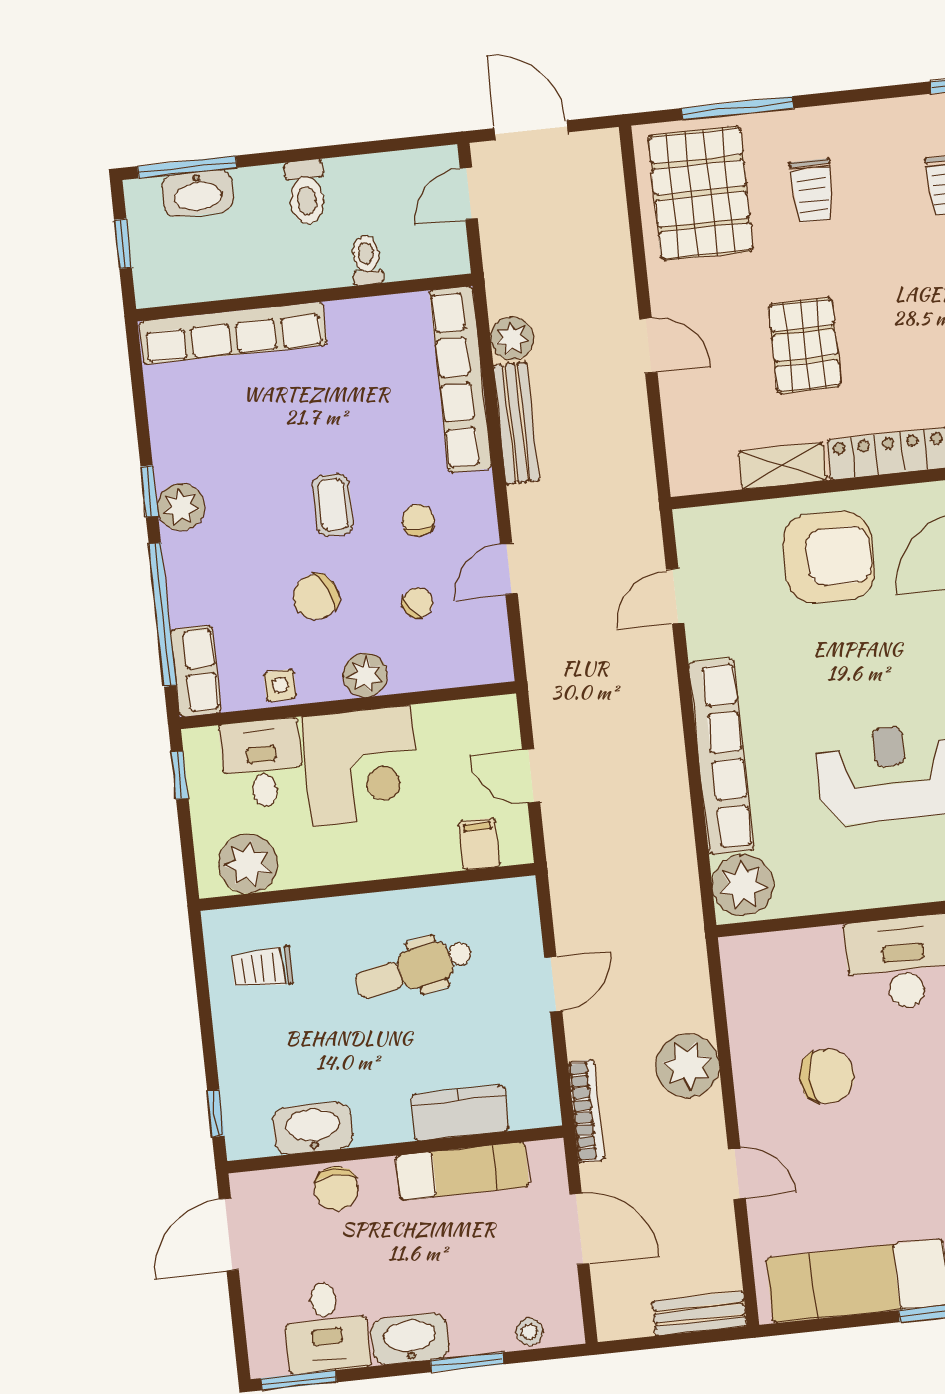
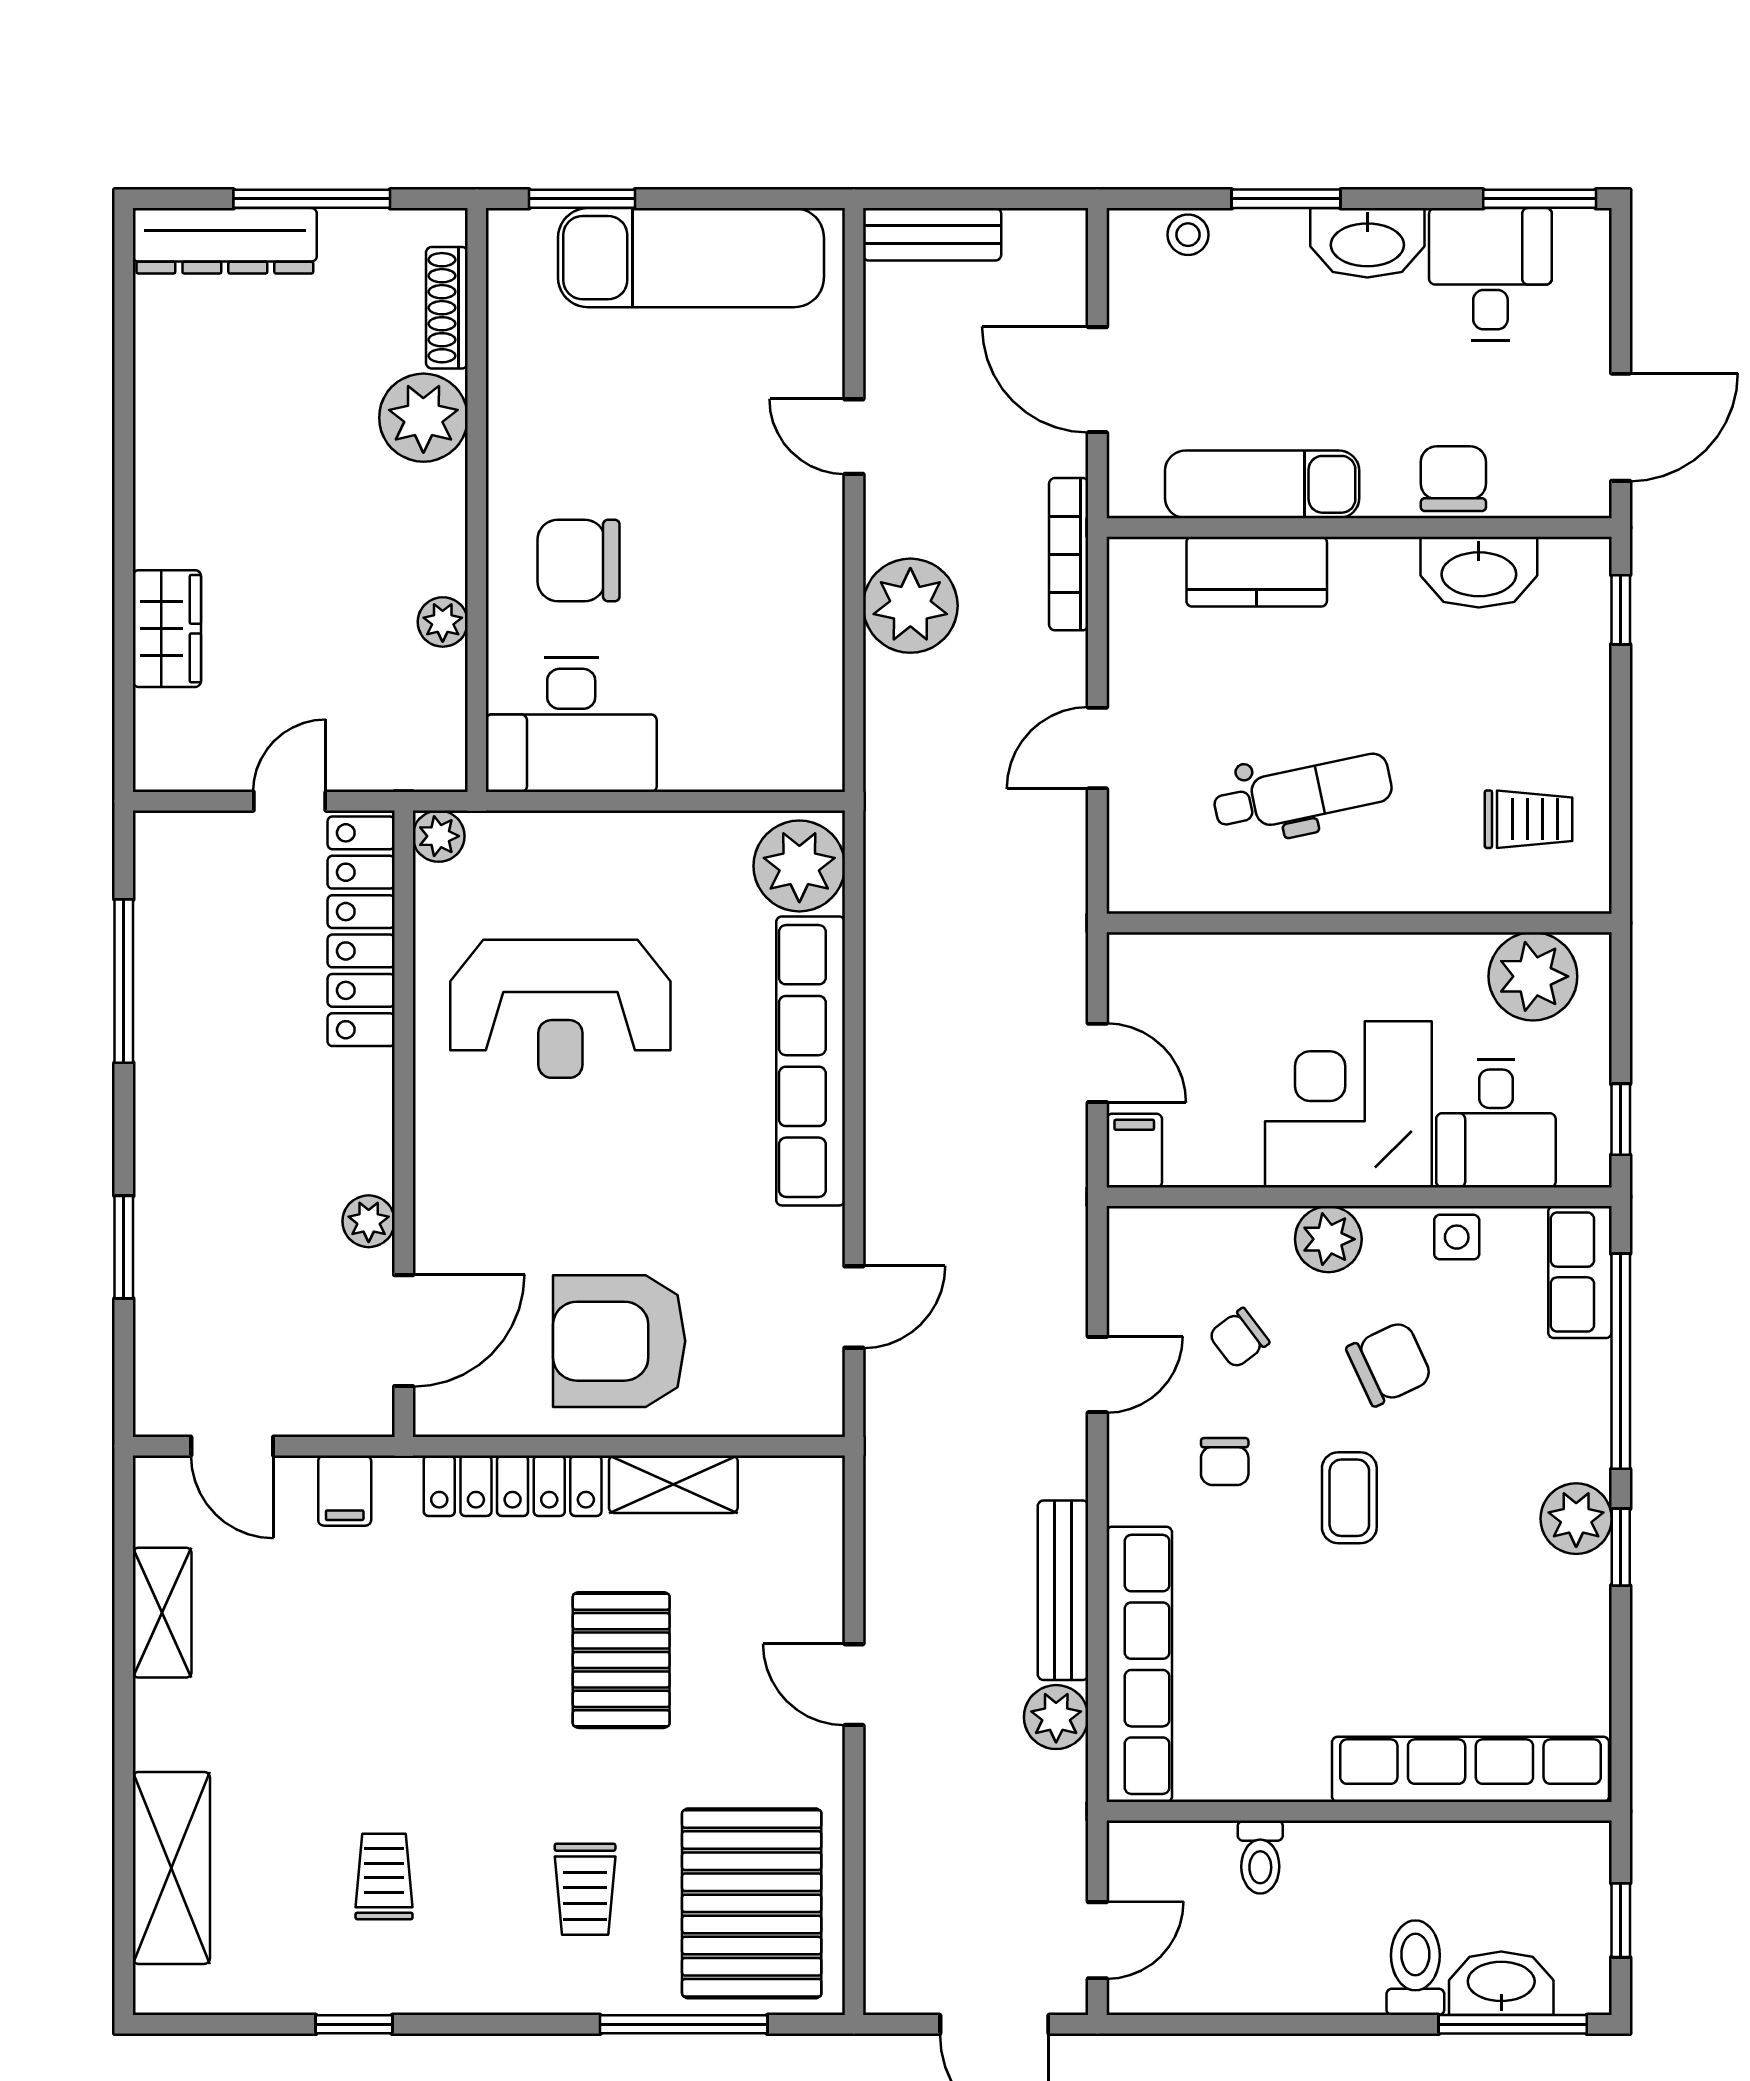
trolley: (812, 191) -> (585, 1889), turned 180
toilet: (306, 192) -> (1415, 1968), moved
filing cabinet: (479, 844) -> (1134, 1151), moved, turned 180
chair: (827, 1076) -> (579, 560), moved

